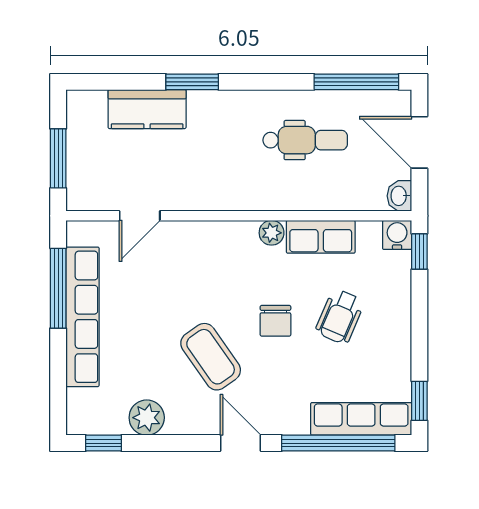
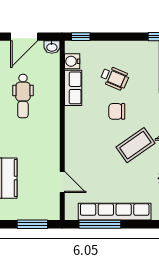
dental chair: (305, 140) -> (23, 96), turned 180
plant: (272, 233) -> (71, 113), removed
water cooler: (397, 235) -> (72, 61), moved
chair: (275, 321) -> (117, 111), turned 180

